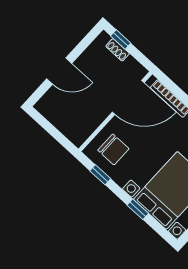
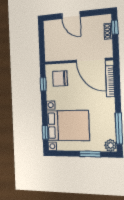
chair: (113, 149) -> (60, 78), turned 90
window: (138, 209) -> (45, 132), moved

